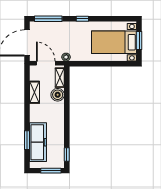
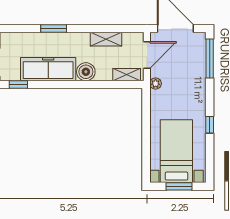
window: (82, 19) -> (210, 125), moved
boiler: (58, 95) -> (86, 72), moved
window: (27, 140) -> (54, 29), moved
freezer: (38, 142) -> (48, 69), moved, turned 180

